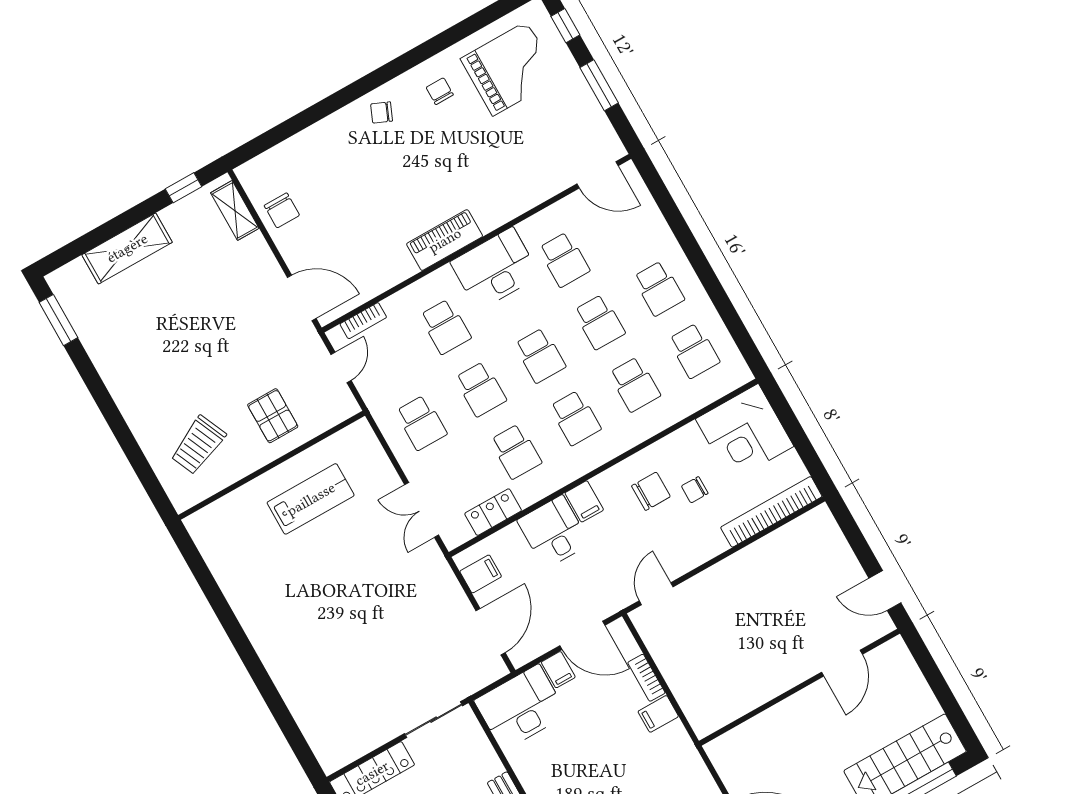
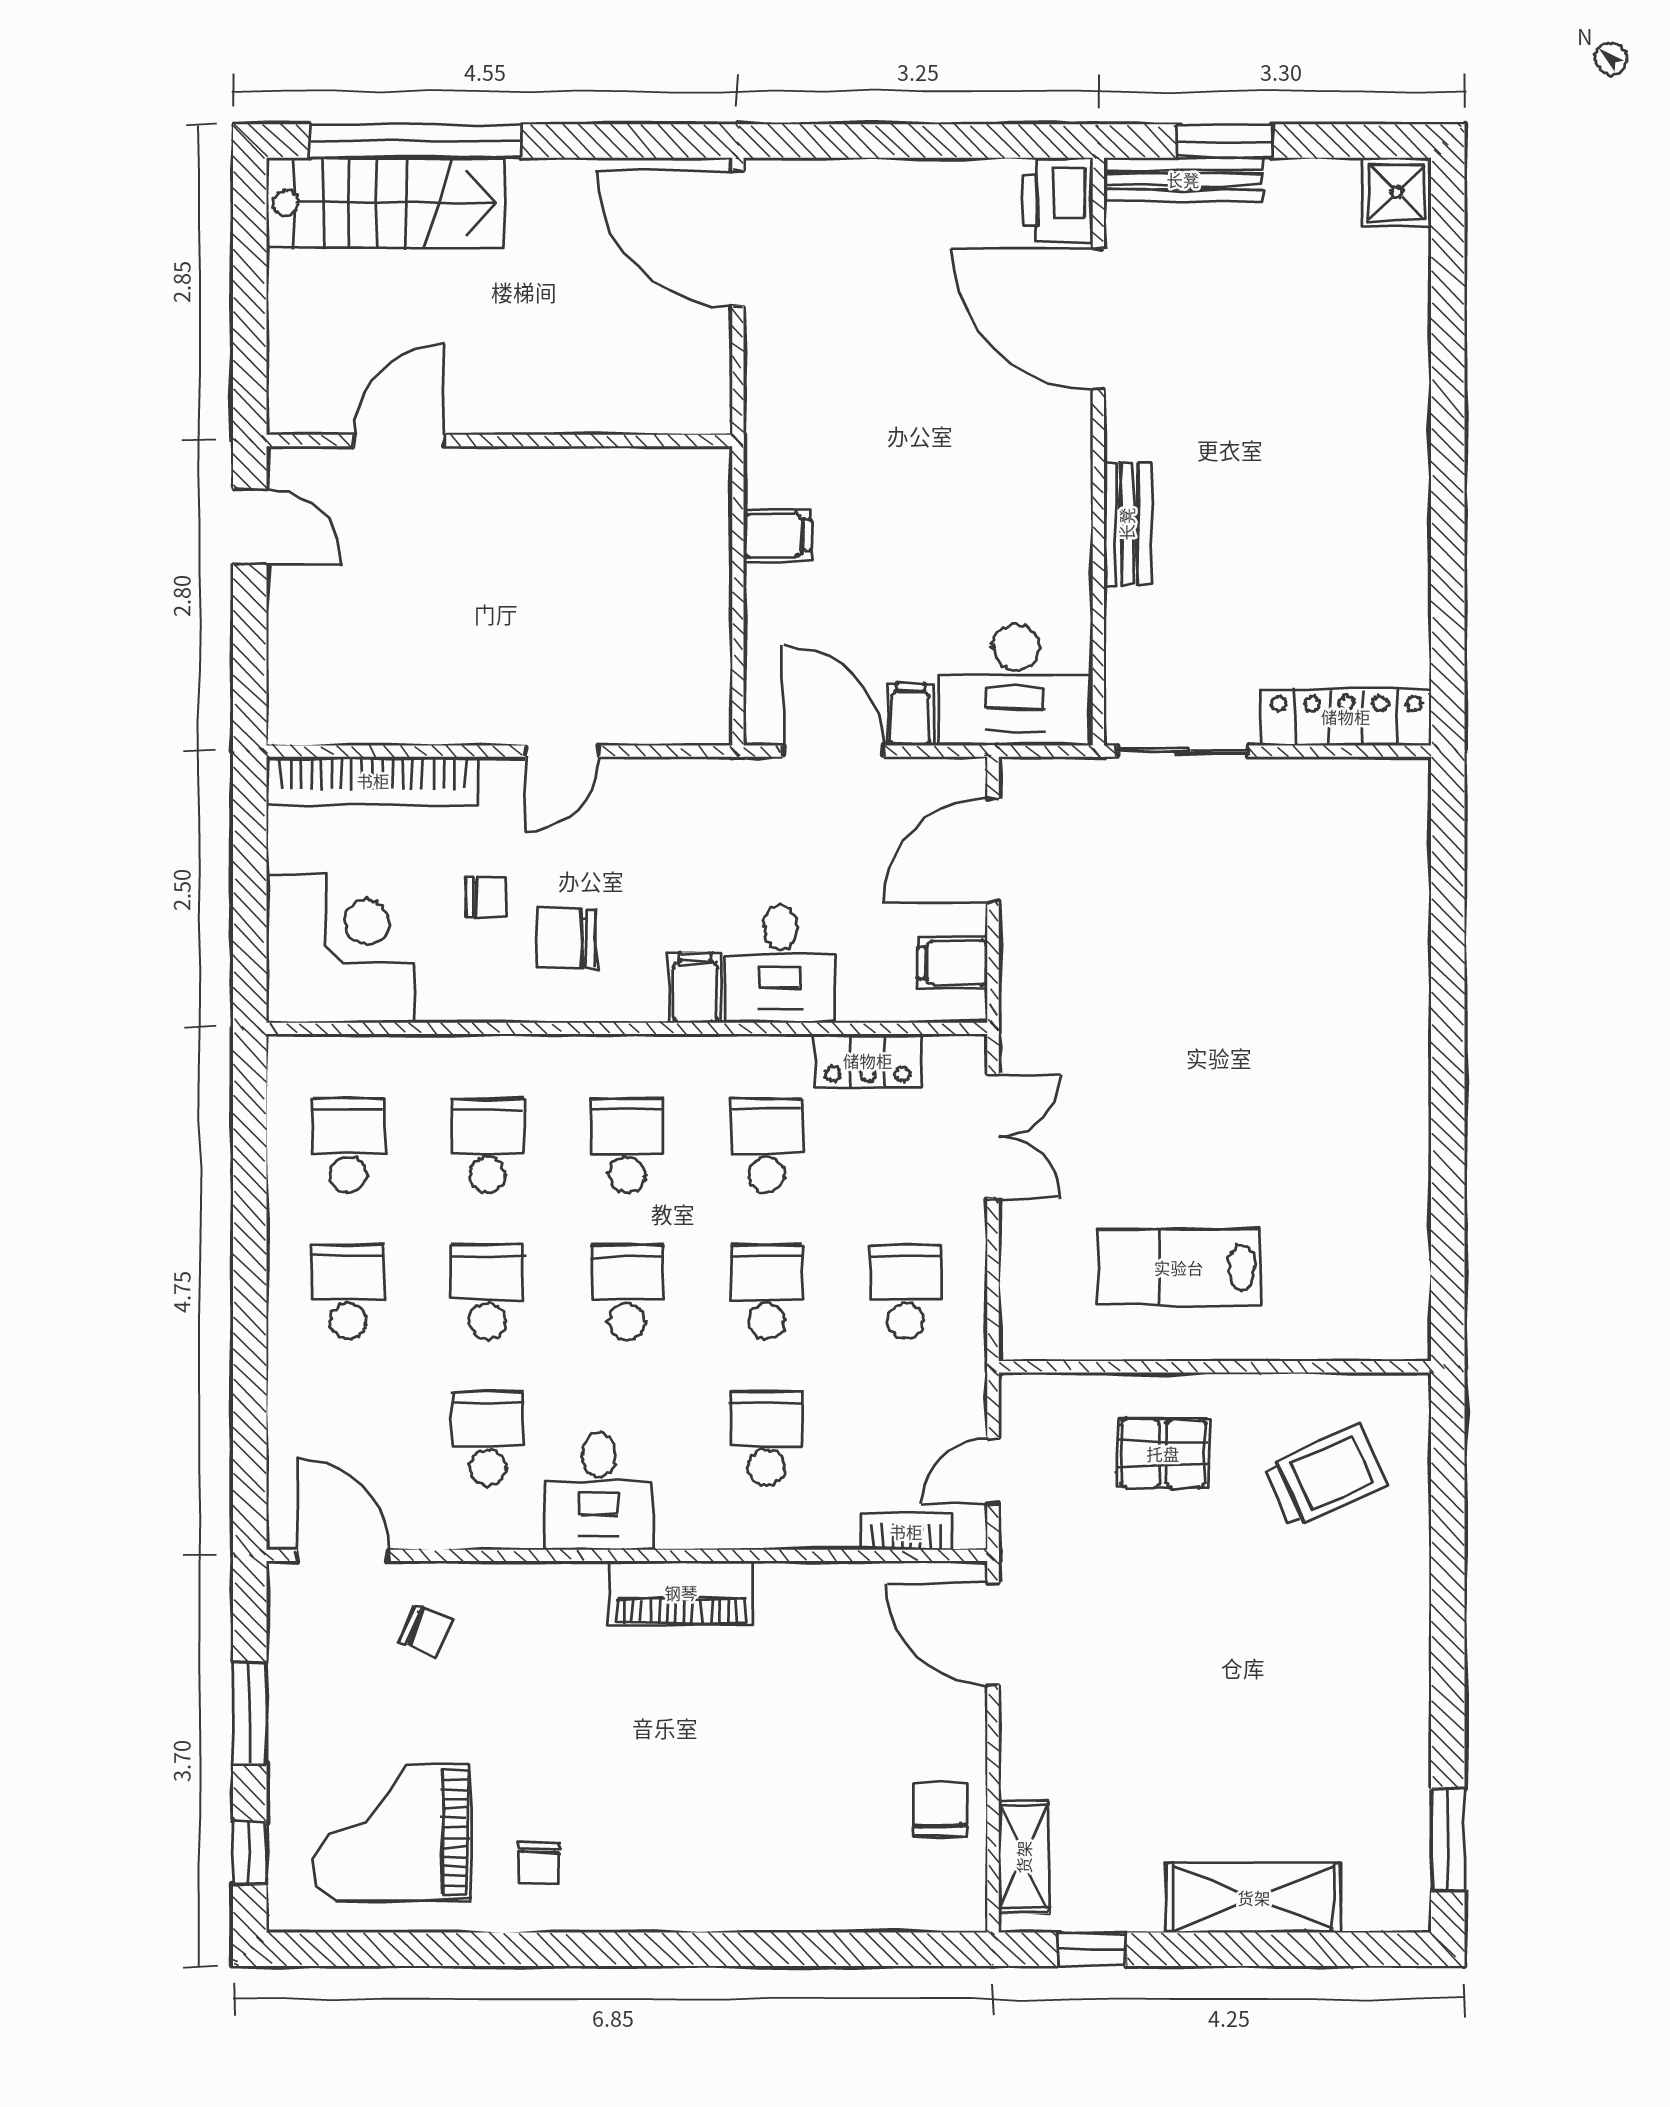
chair: (382, 112) -> (426, 1631), moved
desk: (495, 269) -> (599, 1491), width x0.73
pallet: (273, 416) -> (1163, 1454), turned 90
door: (656, 594) -> (562, 751), moved
bookcase: (646, 678) -> (762, 611), removed

